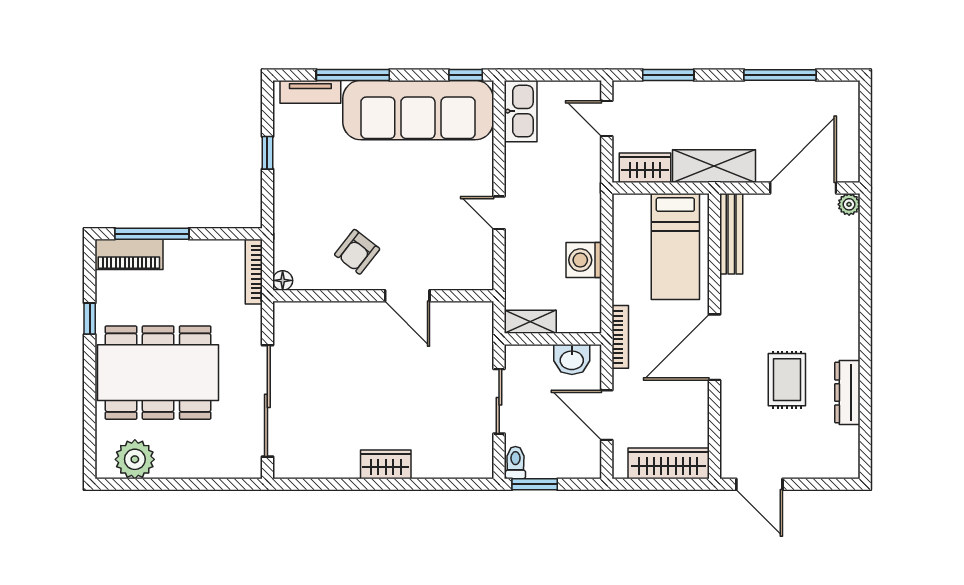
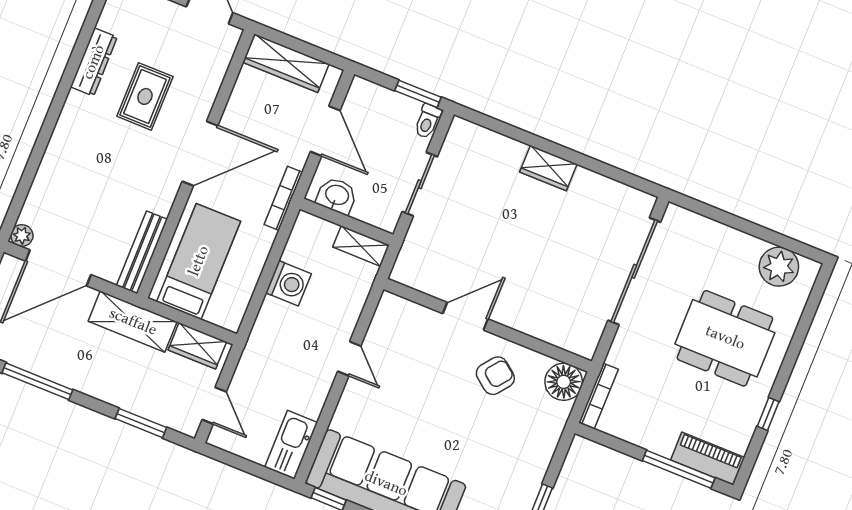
floor lamp: (283, 280) -> (564, 382), width x1.89, depth x1.89
door: (407, 296) -> (465, 316), hinge flipped
dining table: (158, 373) -> (725, 338), width x0.73, depth x0.80

